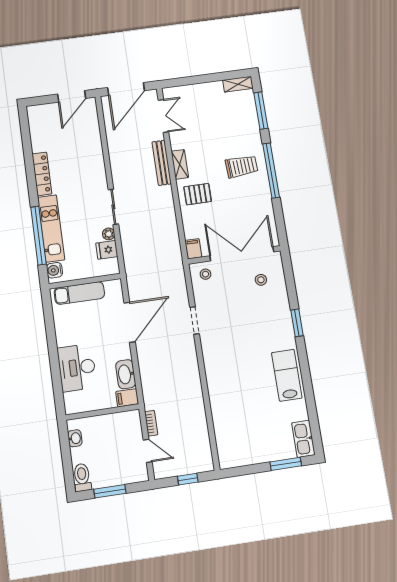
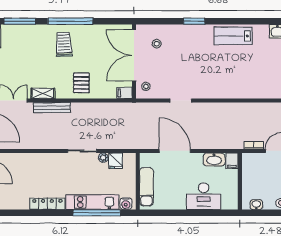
shelving: (180, 164) -> (43, 93), moved

